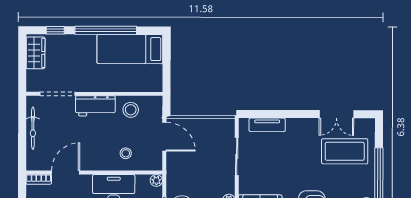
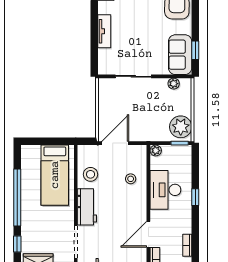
bed: (130, 49) -> (55, 175), moved
tv unit: (267, 125) -> (104, 31), moved
door: (66, 172) -> (148, 234), hinge flipped

